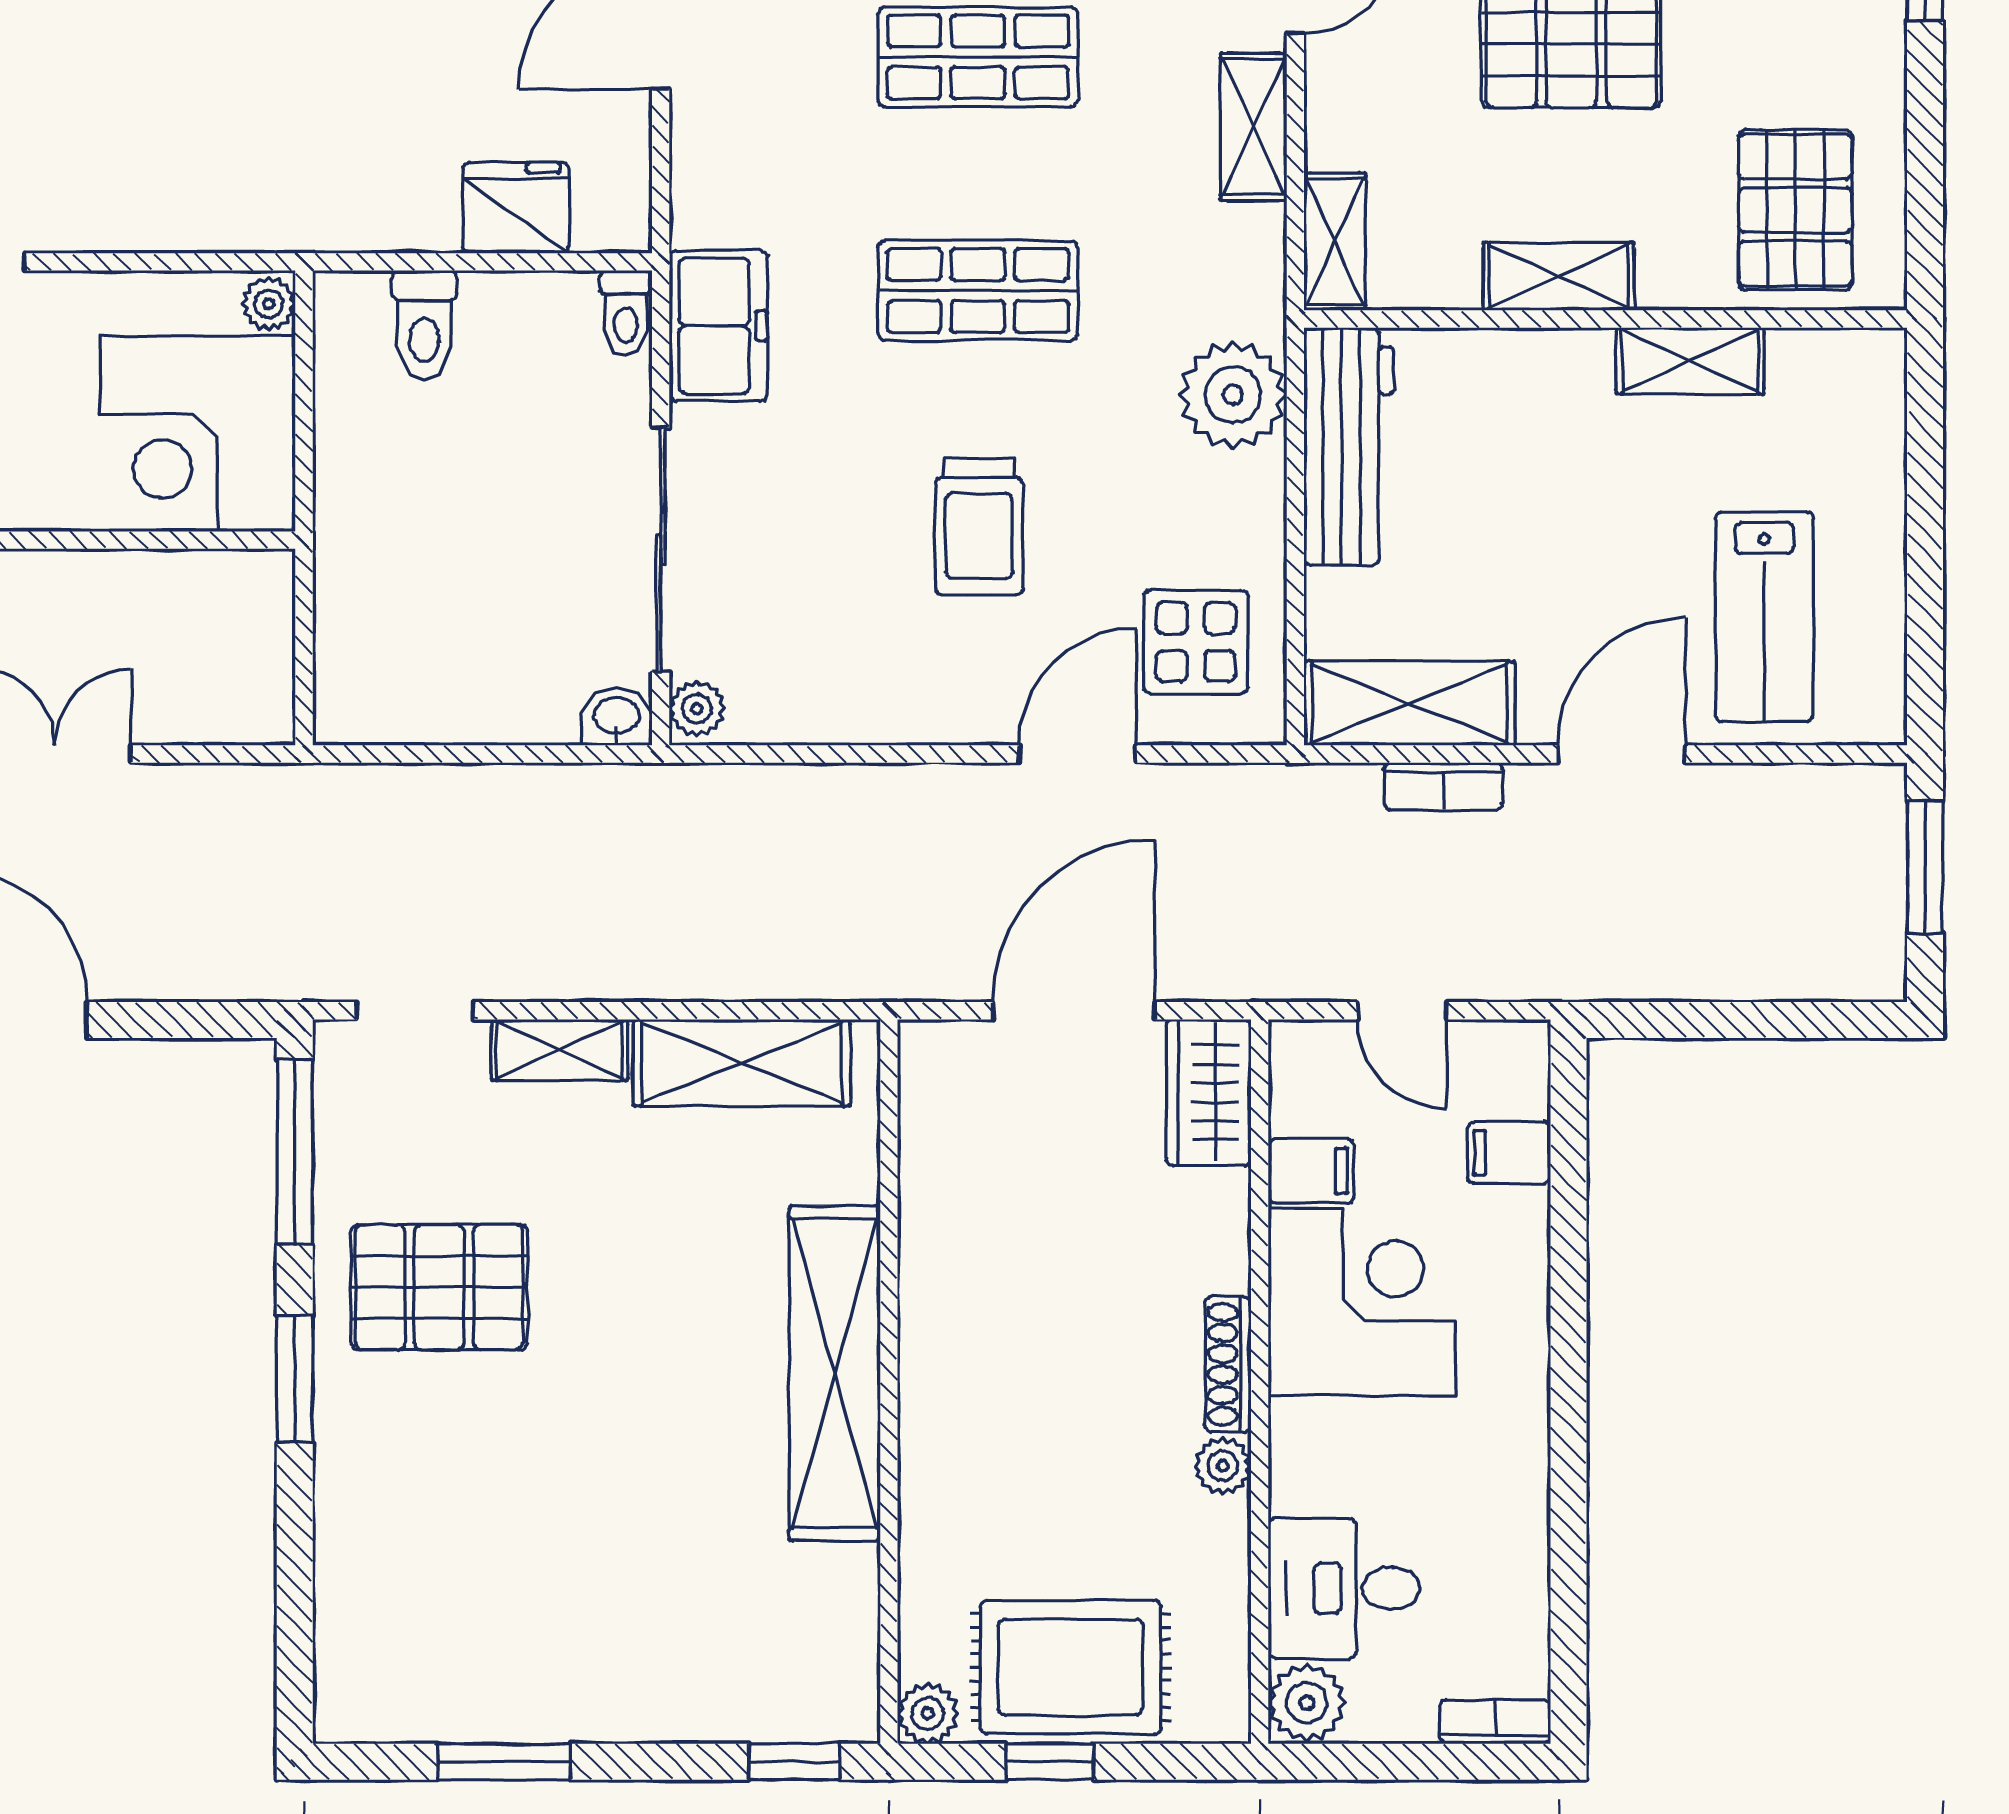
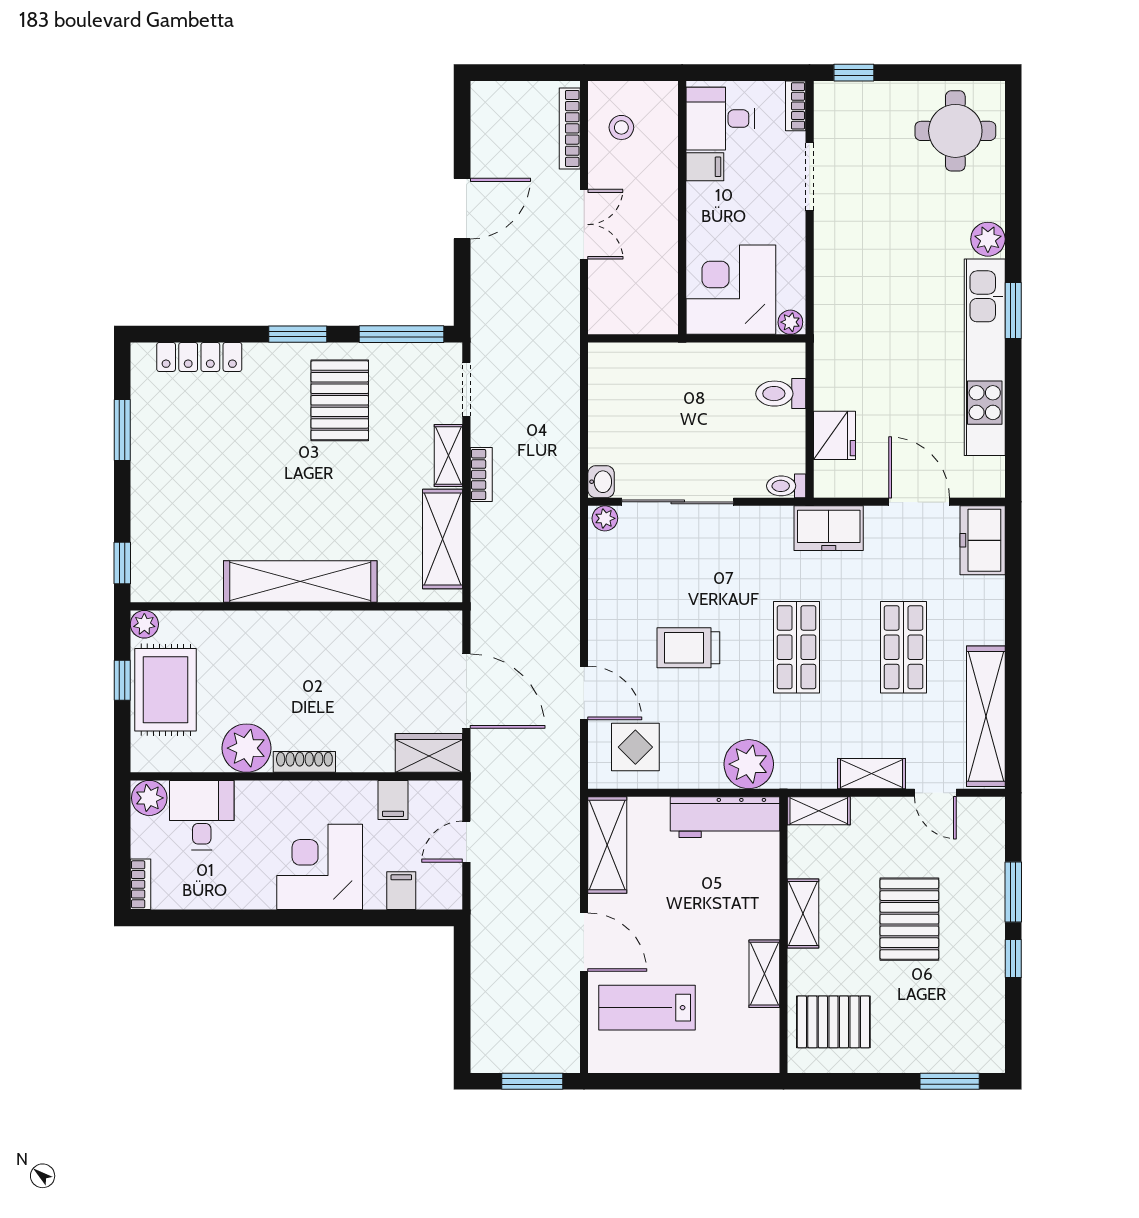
freezer: (718, 326) -> (829, 528), moved
bookcase: (1443, 786) -> (481, 475), moved, turned 180
corner desk: (1362, 1302) -> (320, 867), moved, turned 180
plant: (1223, 1466) -> (246, 748), width x1.88, depth x1.88
locker: (345, 1594) -> (199, 357), added

